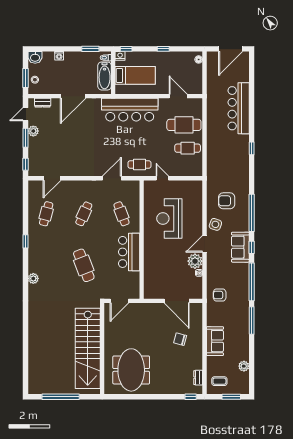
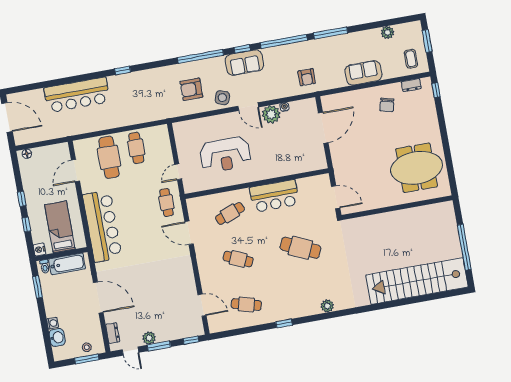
window: (126, 49) -> (26, 225), moved
washbasin: (35, 57) -> (57, 337), moved
armchair: (227, 201) -> (191, 89), turned 90
cafe table: (84, 265) -> (300, 248), turned 45
chair: (180, 339) -> (387, 105), moved
stairs: (88, 348) -> (417, 281), moved, turned 180

